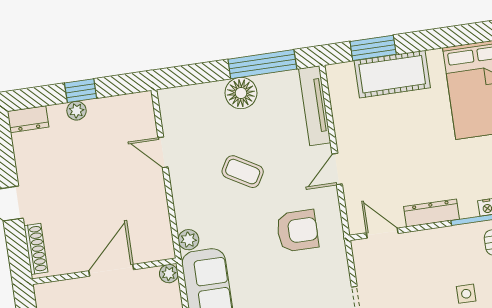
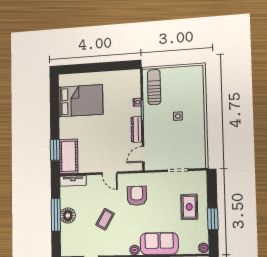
window: (262, 64) -> (56, 215), moved
cot: (392, 74) -> (69, 156), moved
tv unit: (315, 106) -> (73, 181), width x0.71

